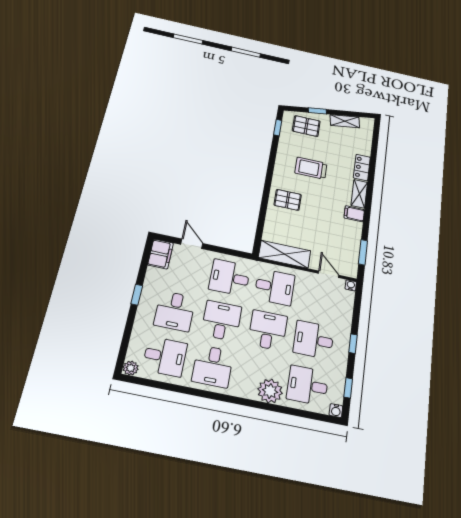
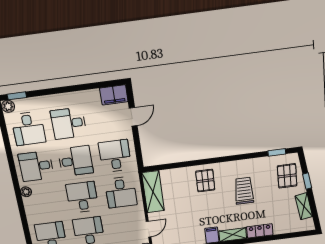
window: (137, 295) -> (17, 96), moved
desk: (268, 330) -> (82, 197), turned -90
plant: (270, 391) -> (26, 192), moved, width x0.53, depth x0.53

